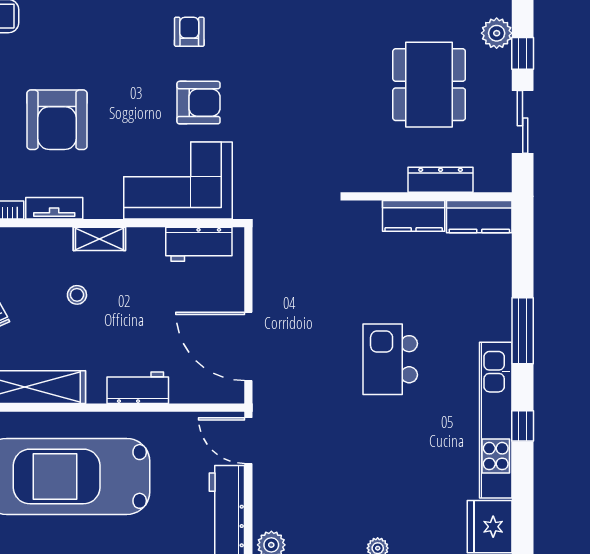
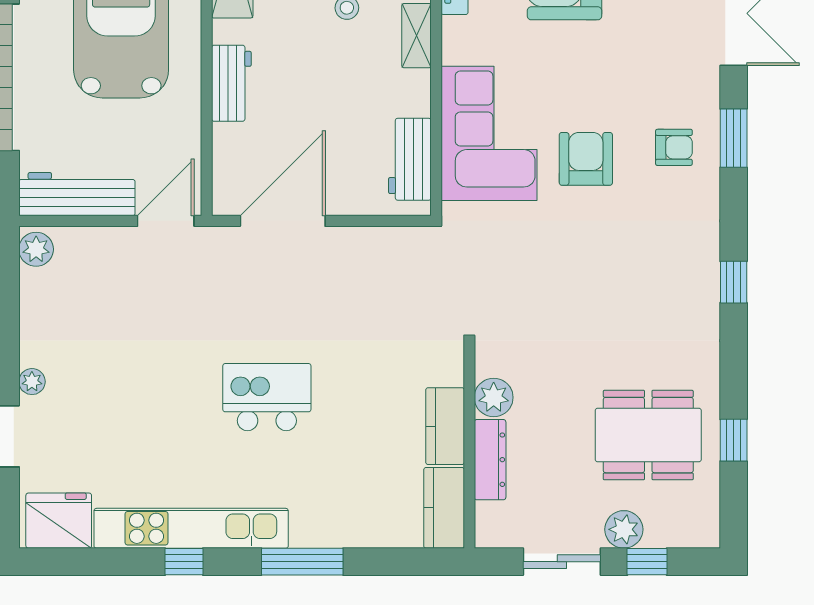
plant: (497, 33) -> (624, 529), moved
dining table: (429, 85) -> (648, 435), moved
armchair: (199, 103) -> (586, 159), turned 180
plant: (390, 177) -> (494, 397), added

